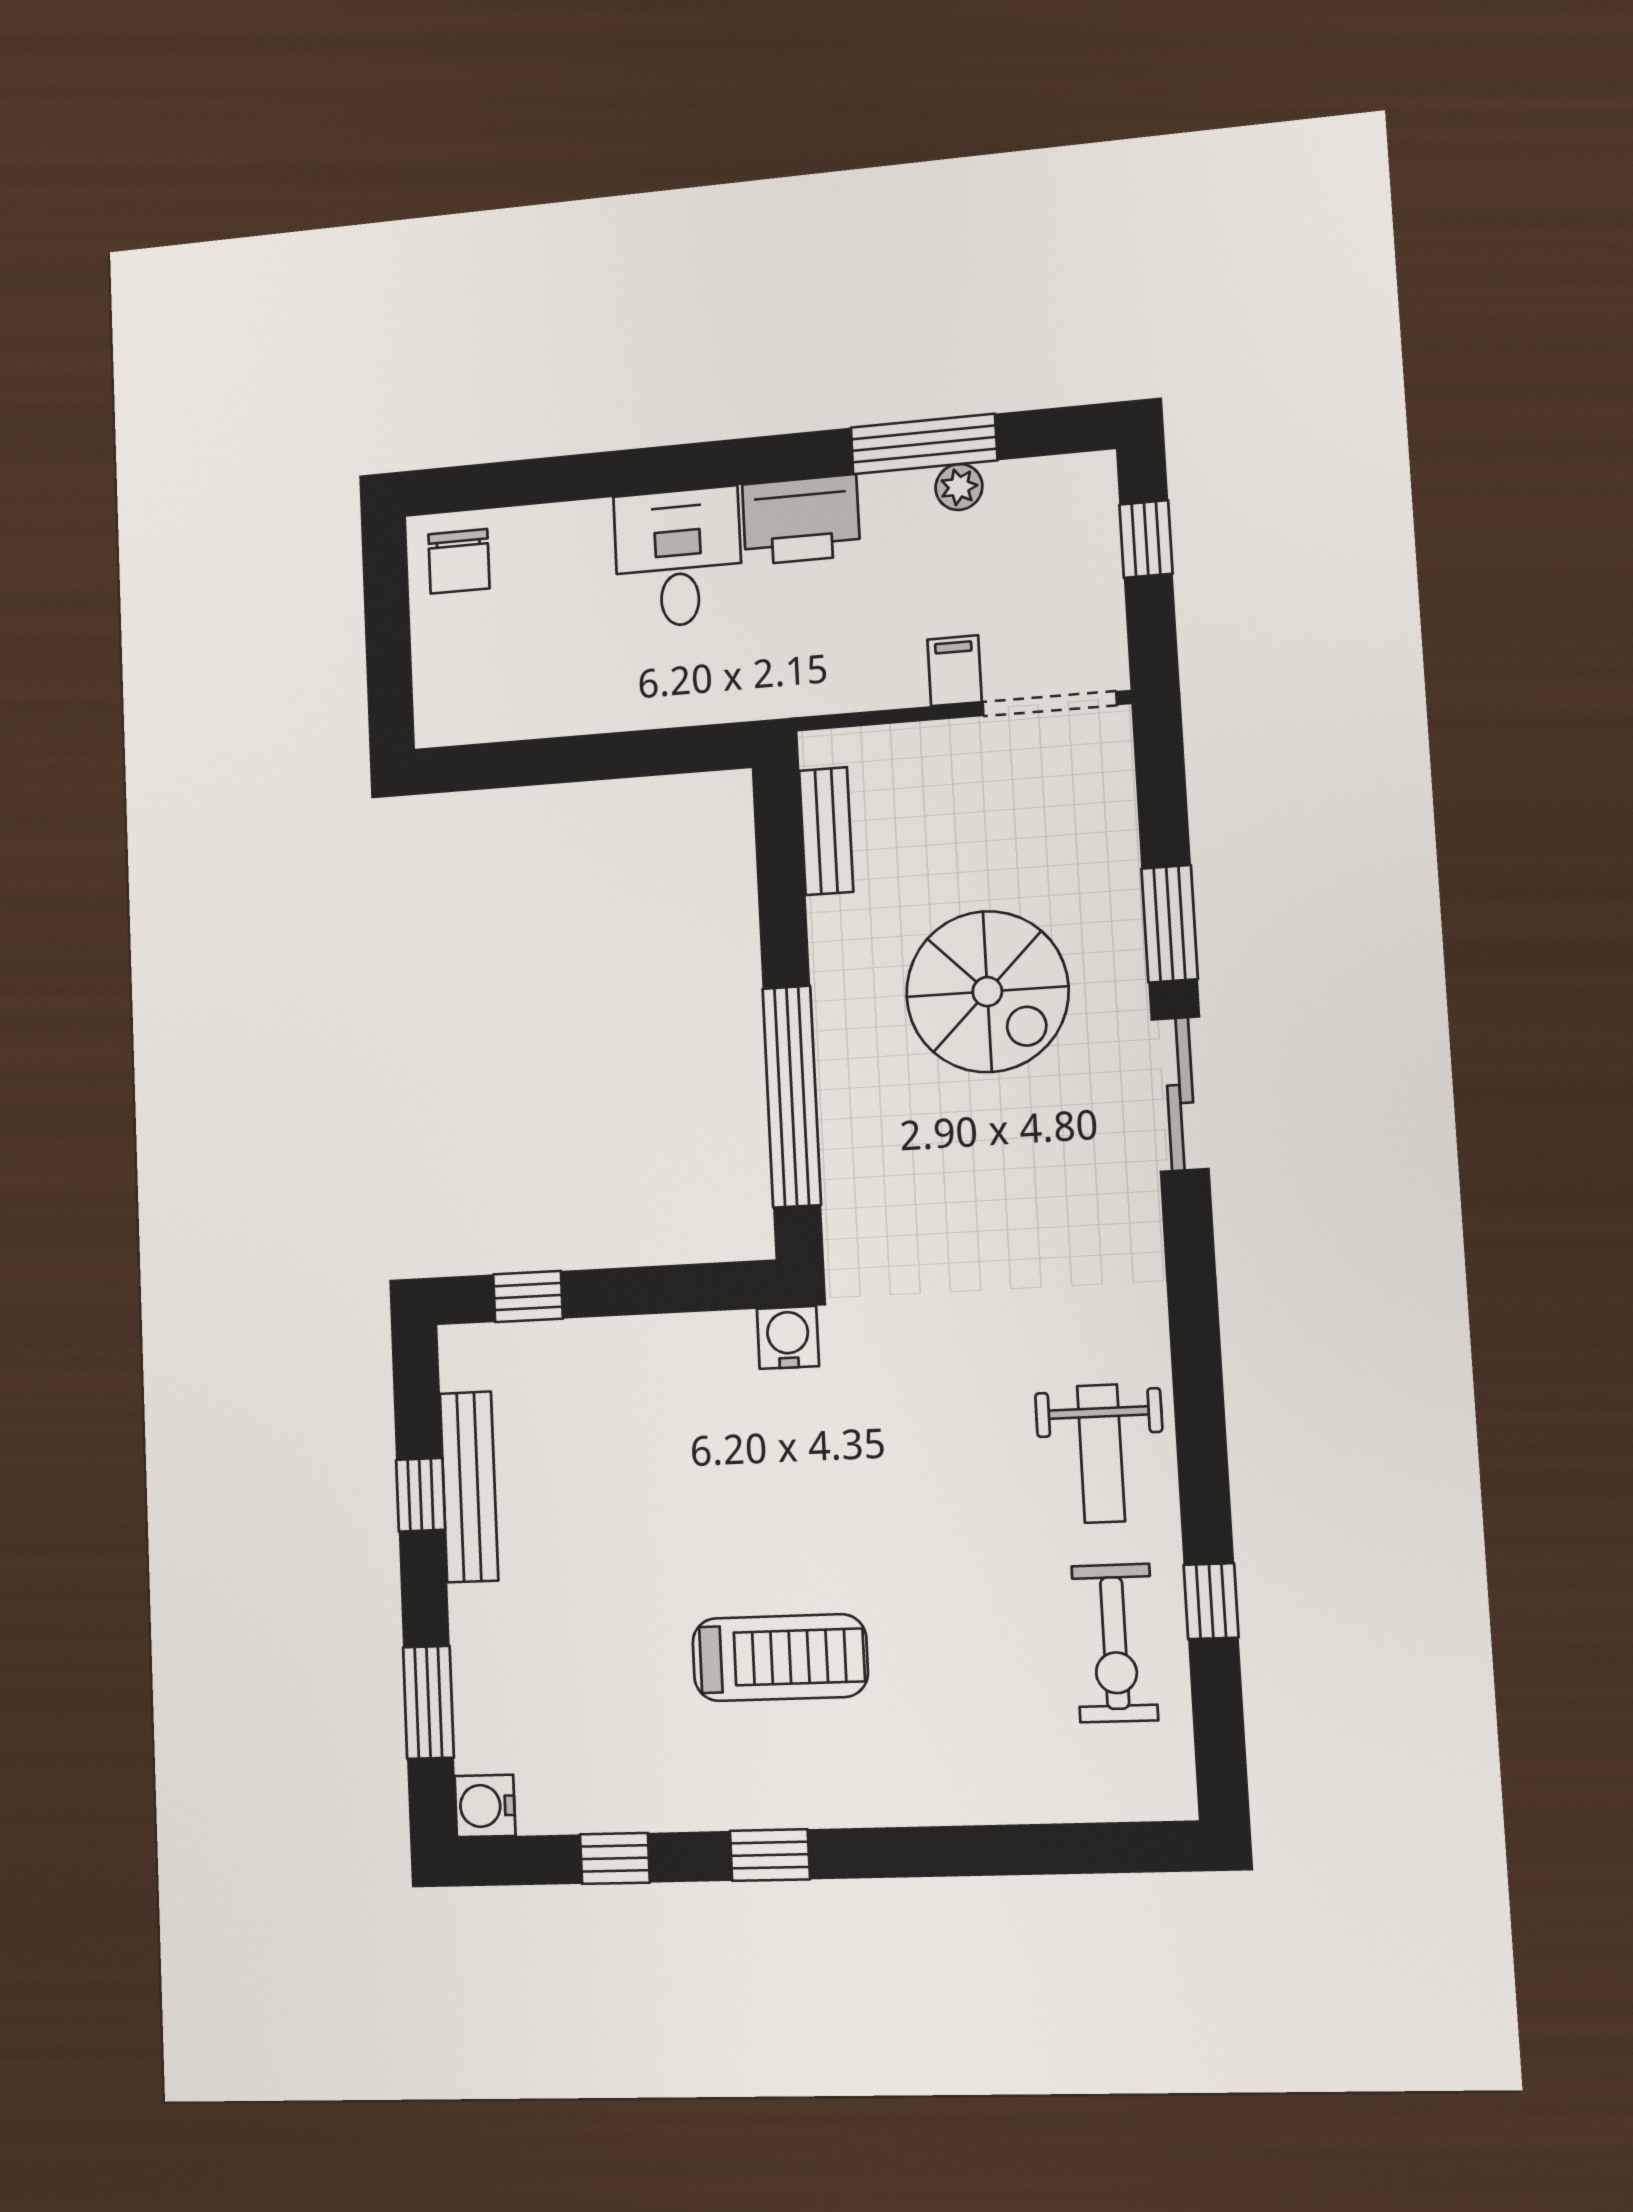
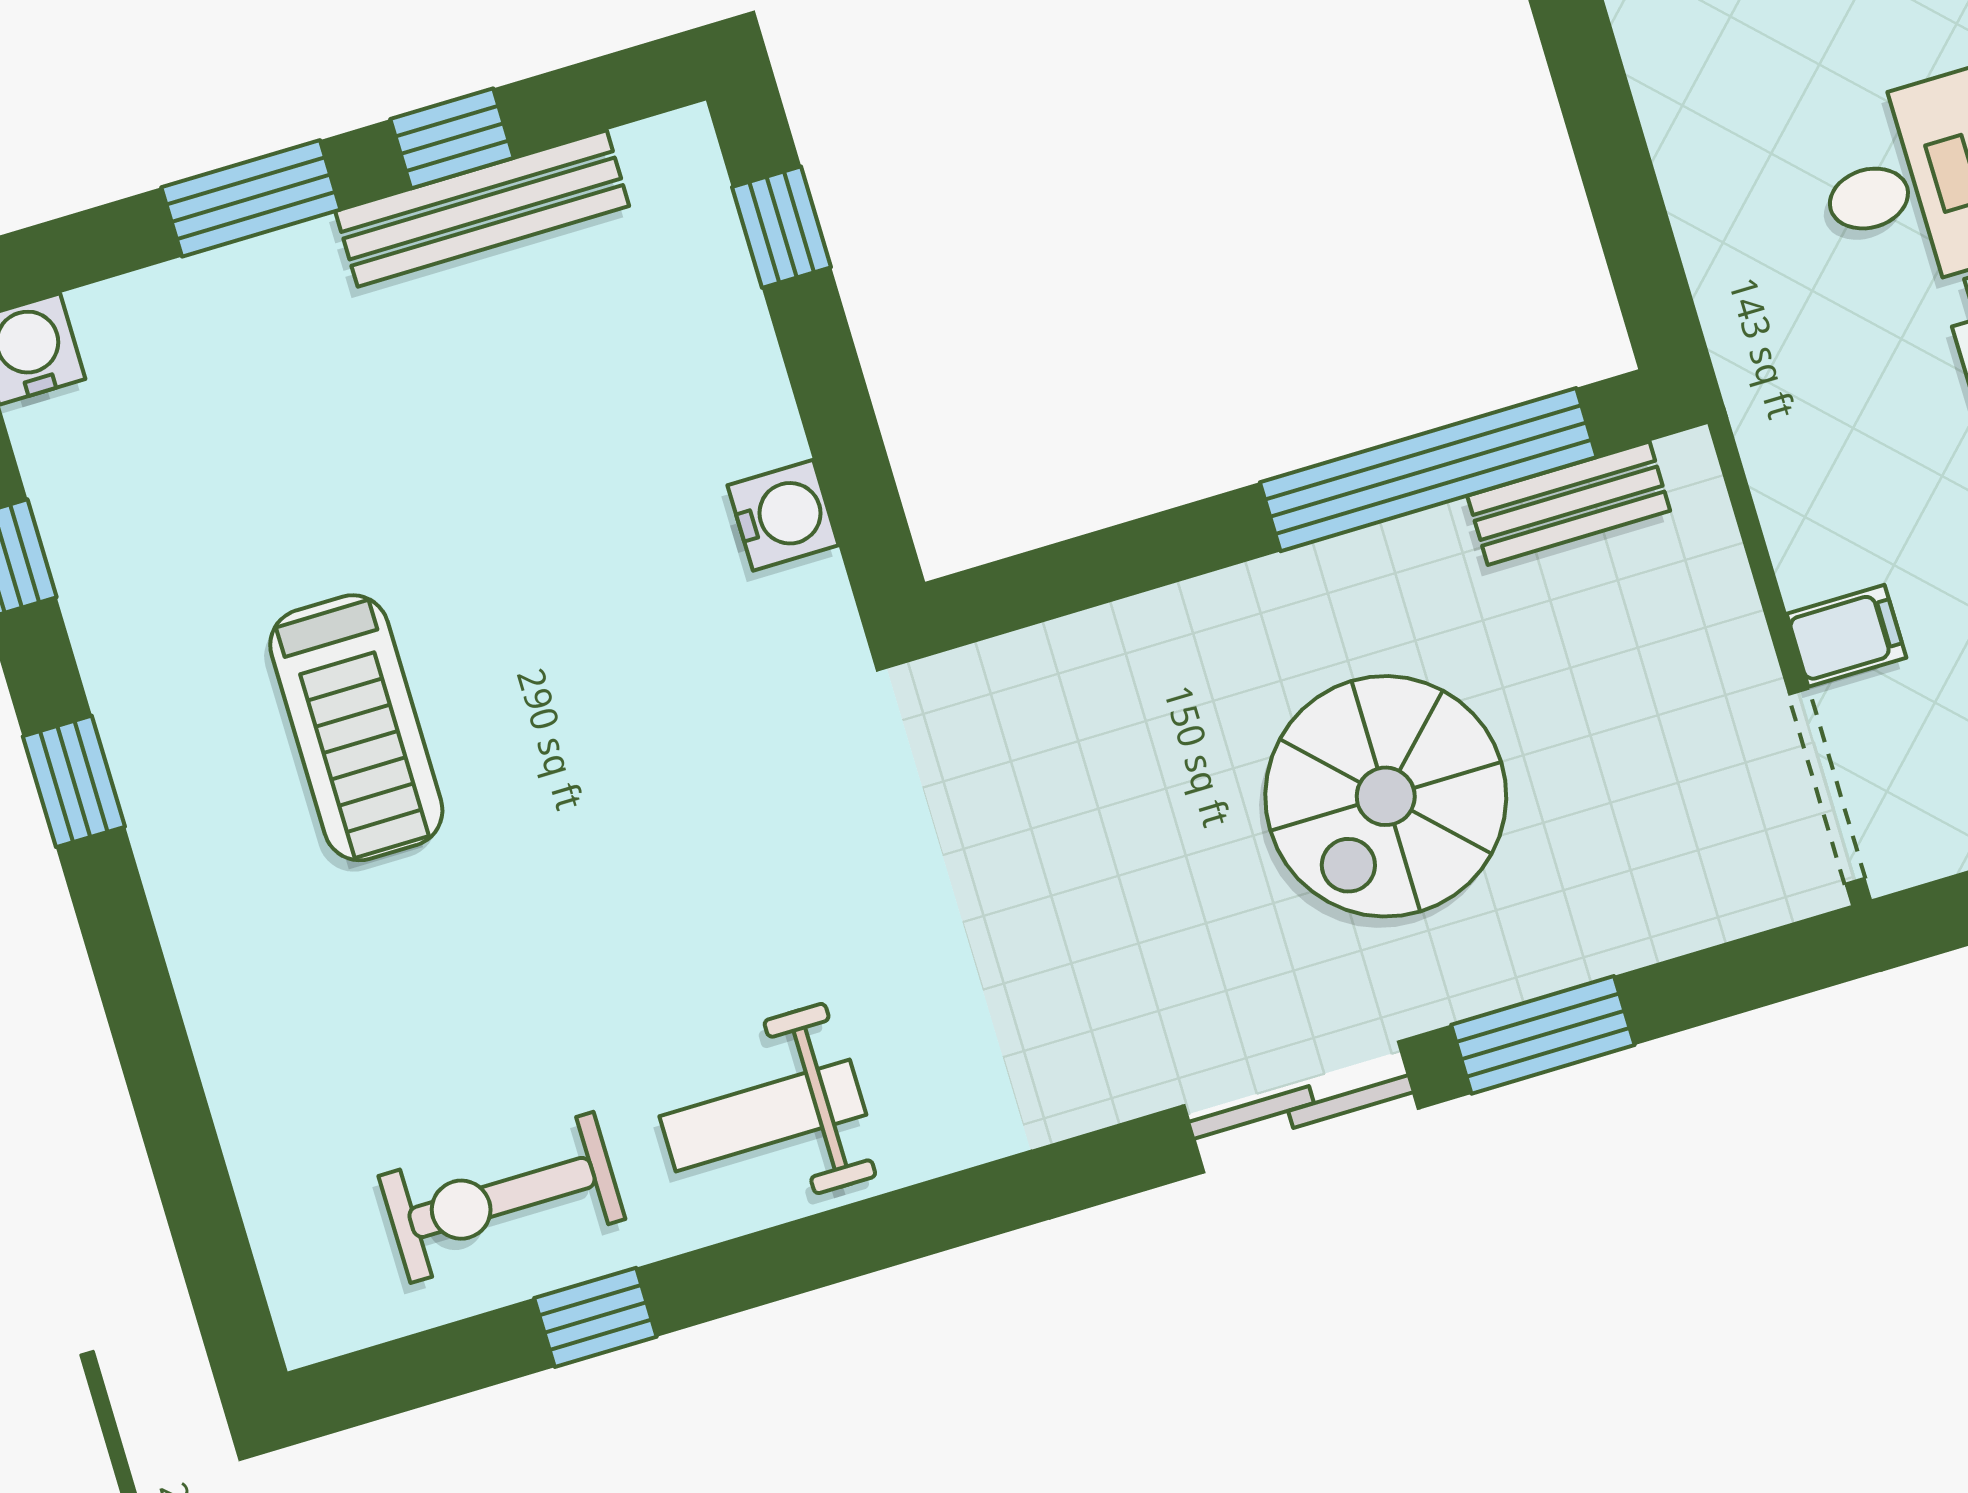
window: (792, 1096) -> (1428, 470), moved
water cooler: (788, 1337) -> (783, 515), moved
window: (428, 1702) -> (251, 198), moved

